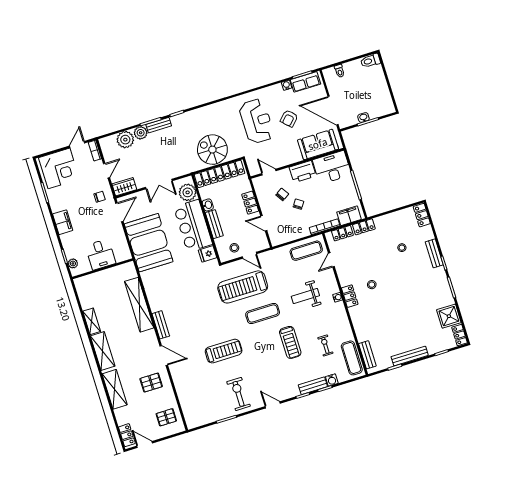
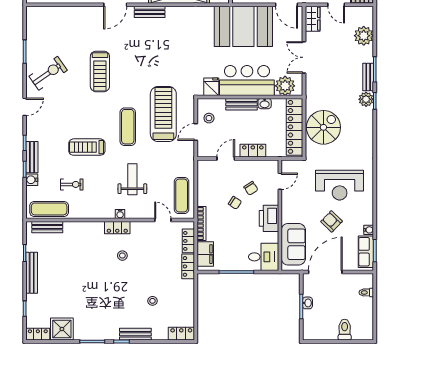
toilet: (370, 61) -> (345, 330), moved
plant: (141, 133) -> (366, 99), moved
desk: (332, 167) -> (264, 257), width x0.73
exercise bike: (239, 394) -> (48, 73), turned -35

